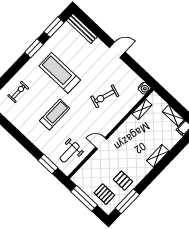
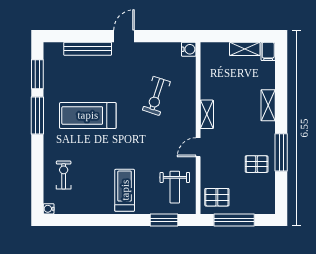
bench: (82, 28) -> (88, 49), moved
window: (34, 48) -> (37, 115), width x1.44
shelving: (142, 109) -> (207, 114), moved
treadmill: (55, 115) -> (125, 190), moved
pallet: (104, 194) -> (217, 197), moved
window: (127, 201) -> (281, 152), moved

